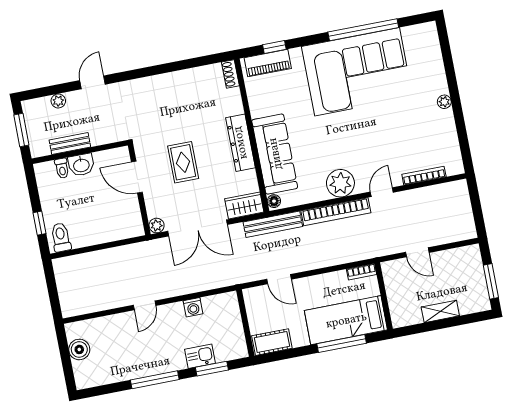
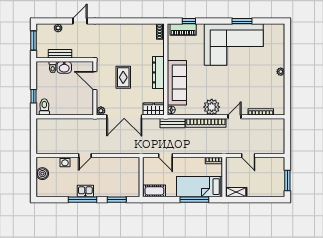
window: (363, 30) -> (242, 21), width x0.47
bench: (273, 224) -> (173, 123), width x0.73
washing machine: (193, 307) -> (65, 162), moved
shelving: (440, 311) -> (236, 192), moved
kitchen sink: (200, 356) -> (85, 191), moved

